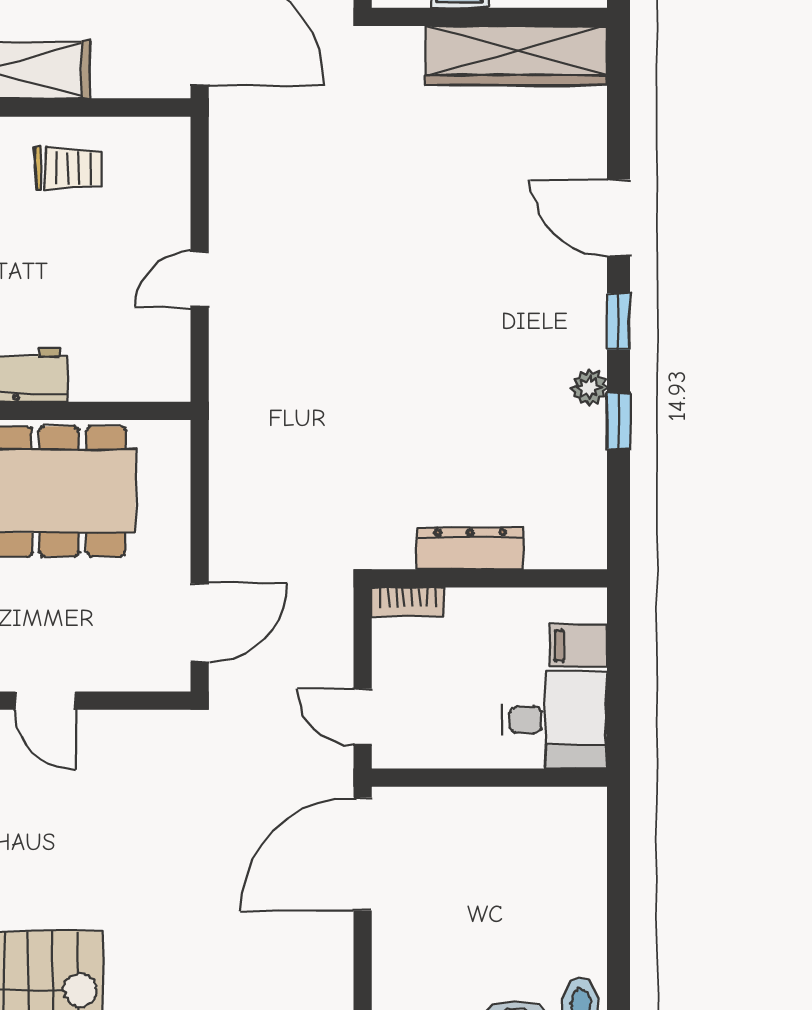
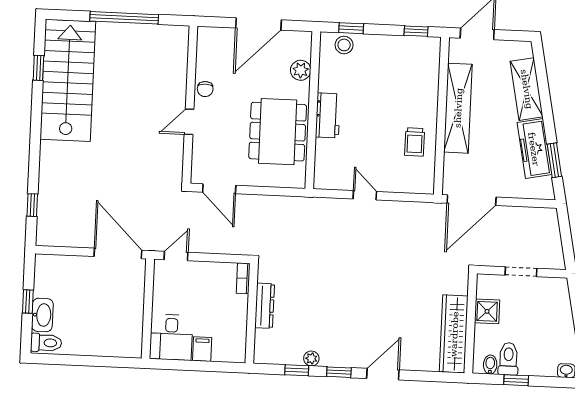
dresser: (470, 549) -> (265, 306), moved
wall: (489, 578) -> (252, 313), moved
bookcase: (408, 602) -> (243, 278), moved

